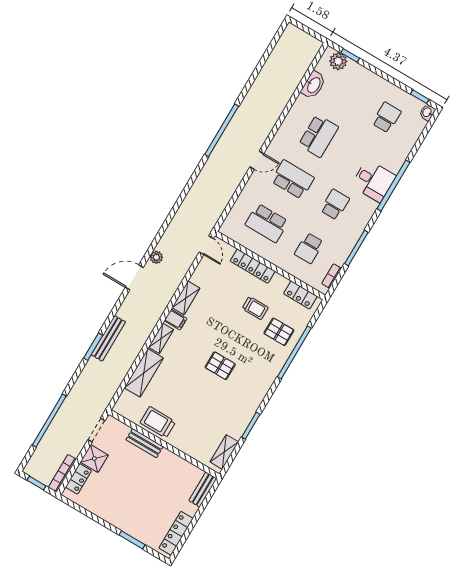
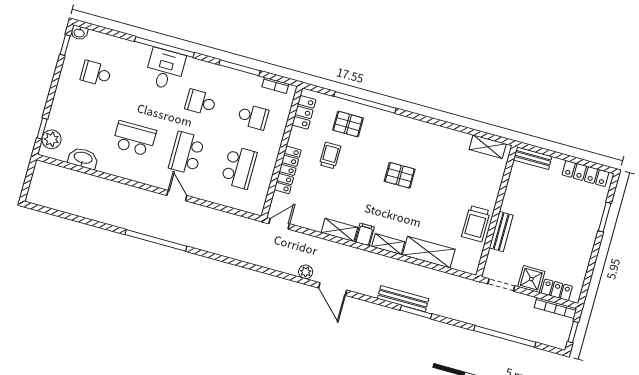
pallet: (279, 332) -> (348, 124), turned 90
pallet: (220, 366) -> (400, 175), turned 90
window: (251, 426) -> (453, 127), removed

